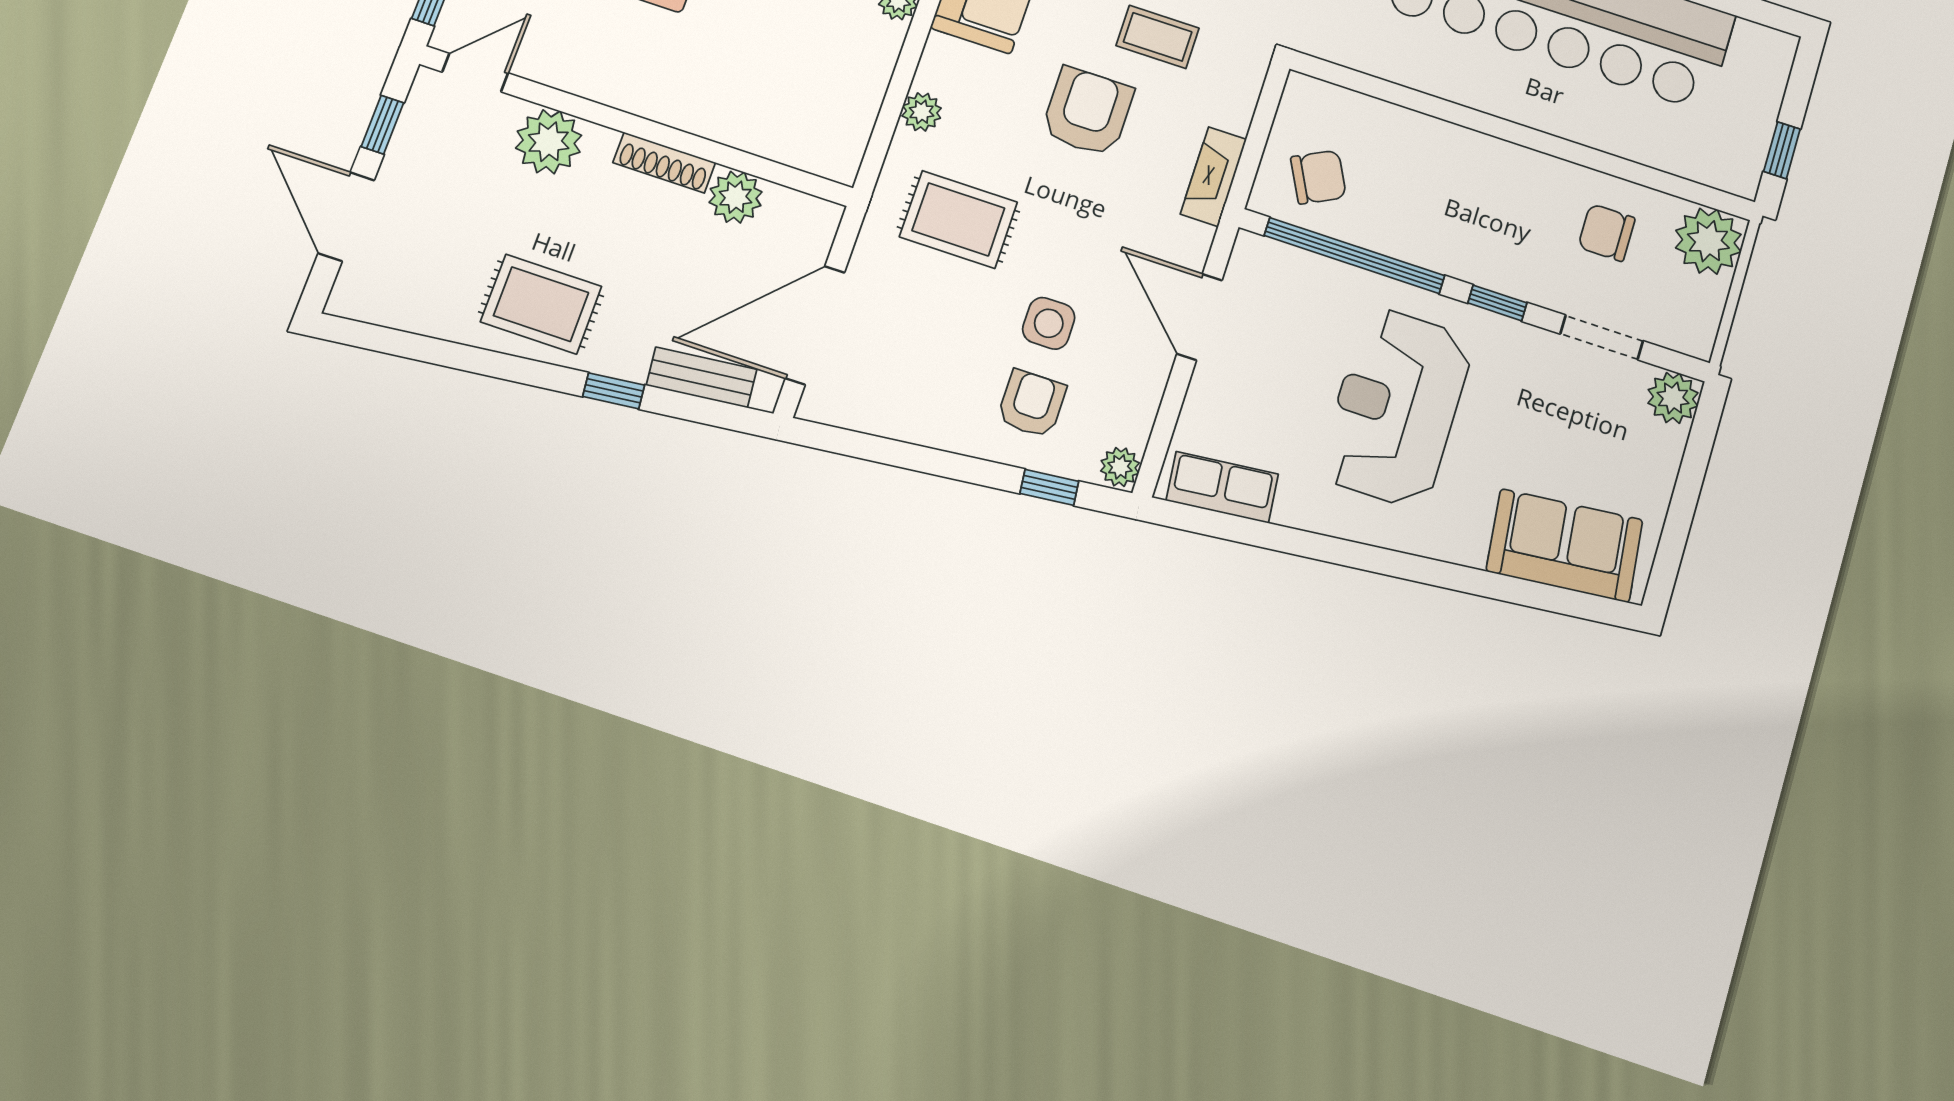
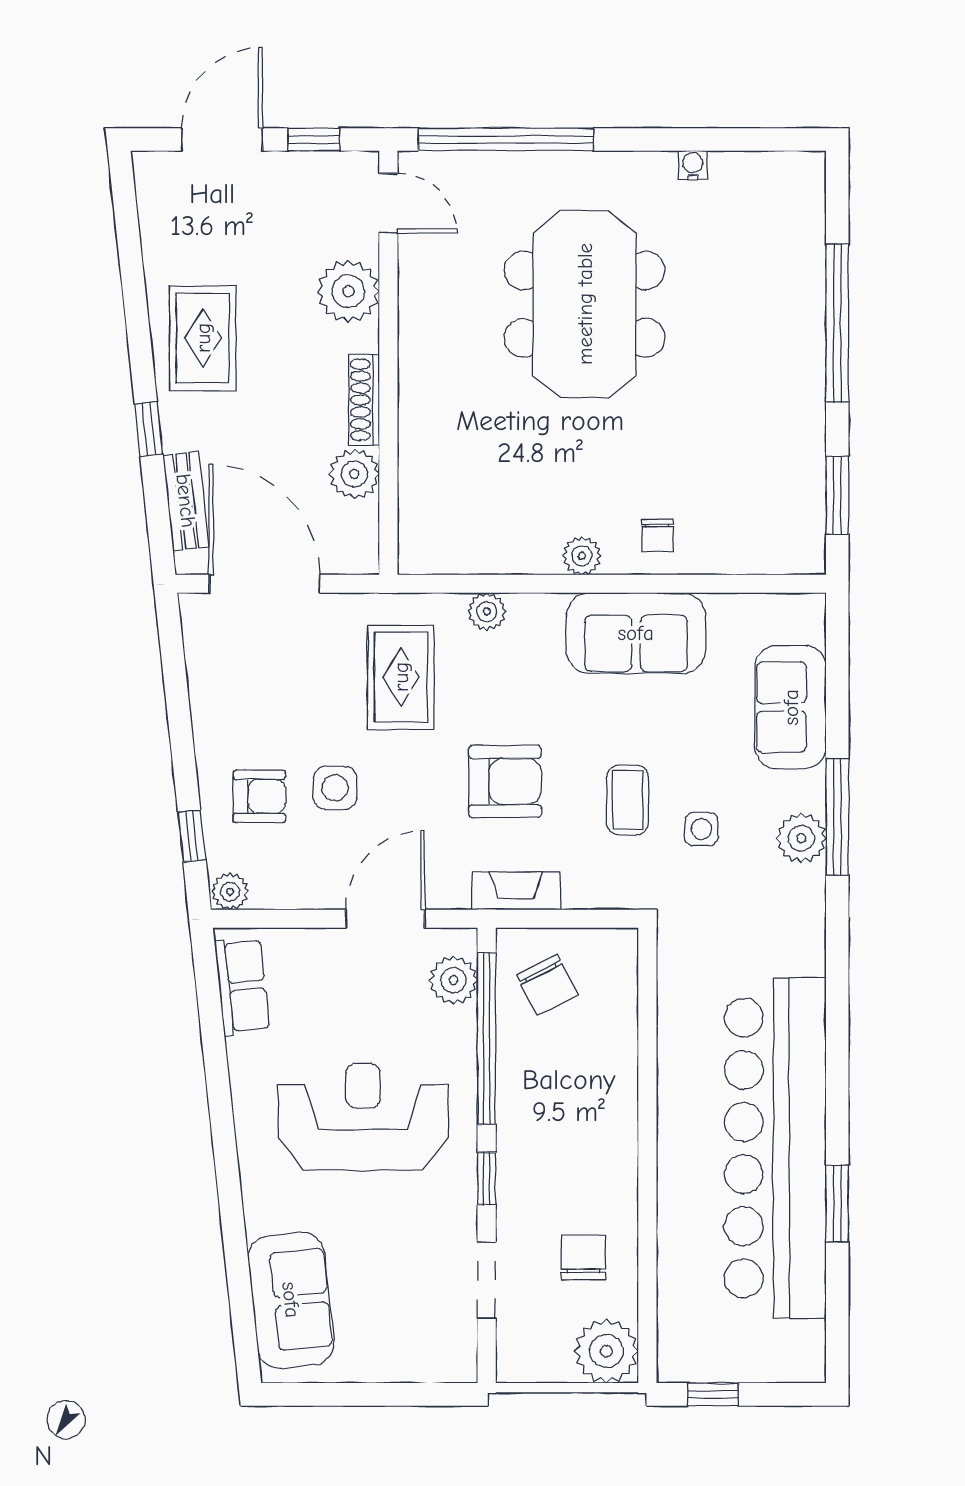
armchair: (1087, 112) -> (505, 782), moved
plant: (1673, 398) -> (453, 980), moved

